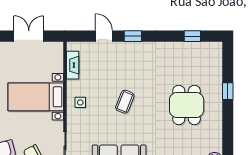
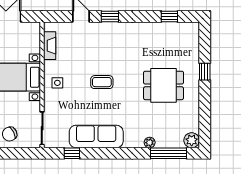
coffee table: (125, 102) -> (102, 82), turned 68
dining table: (187, 105) -> (164, 85), turned 90

